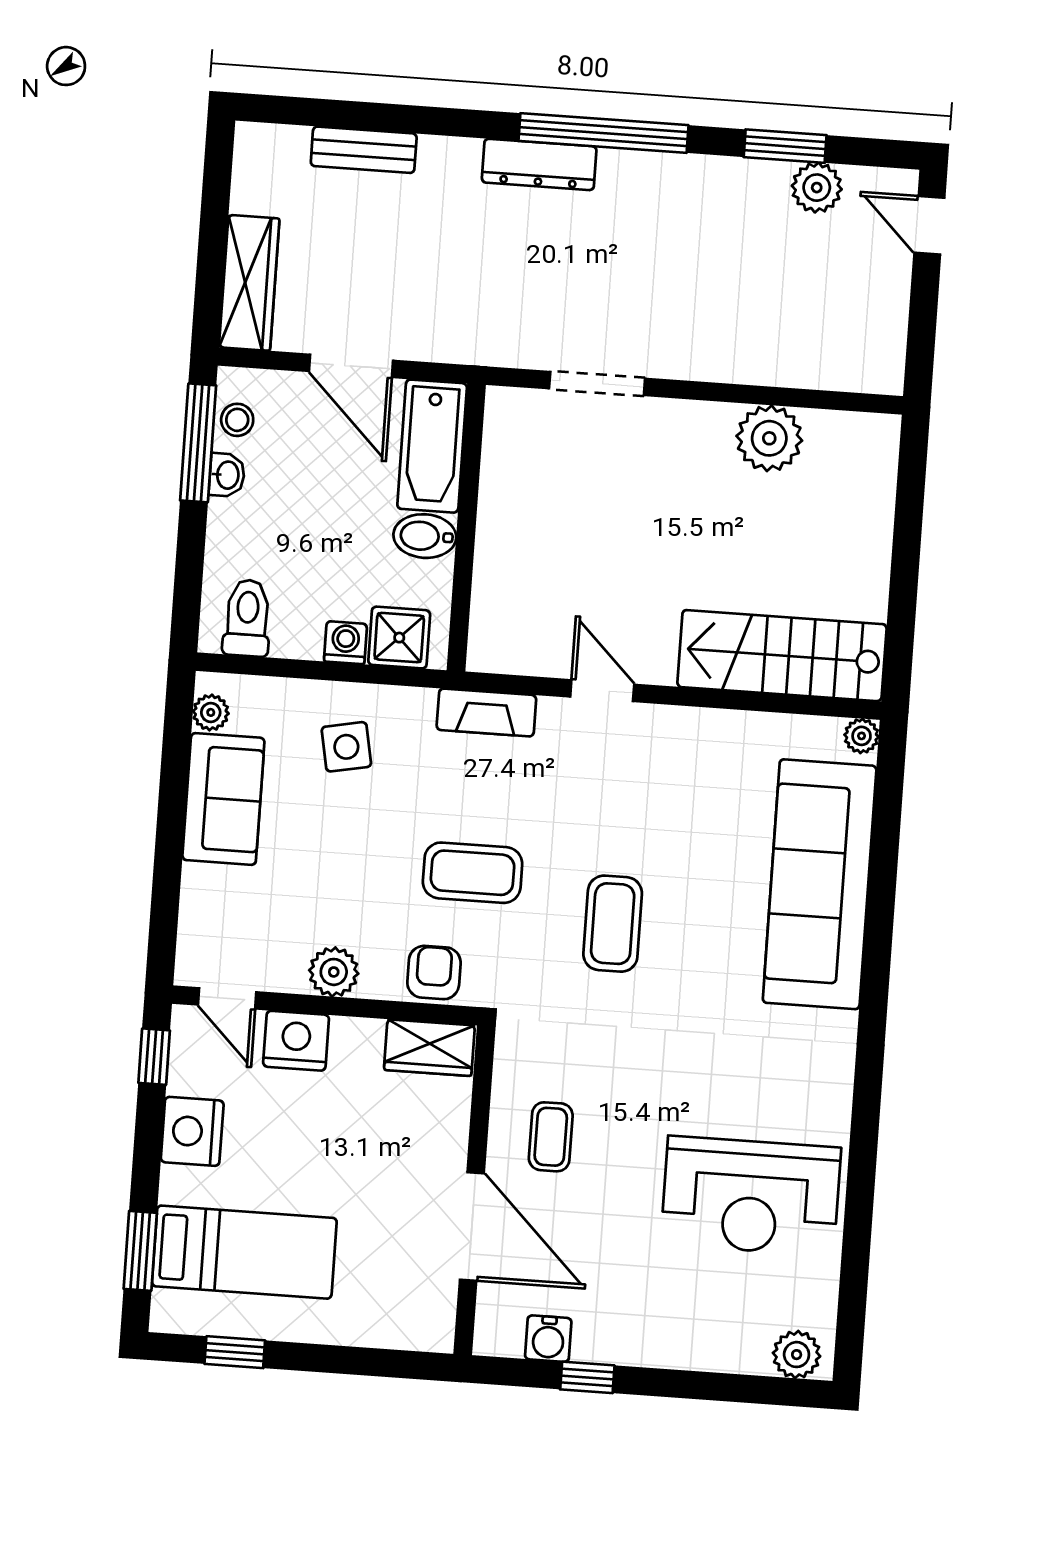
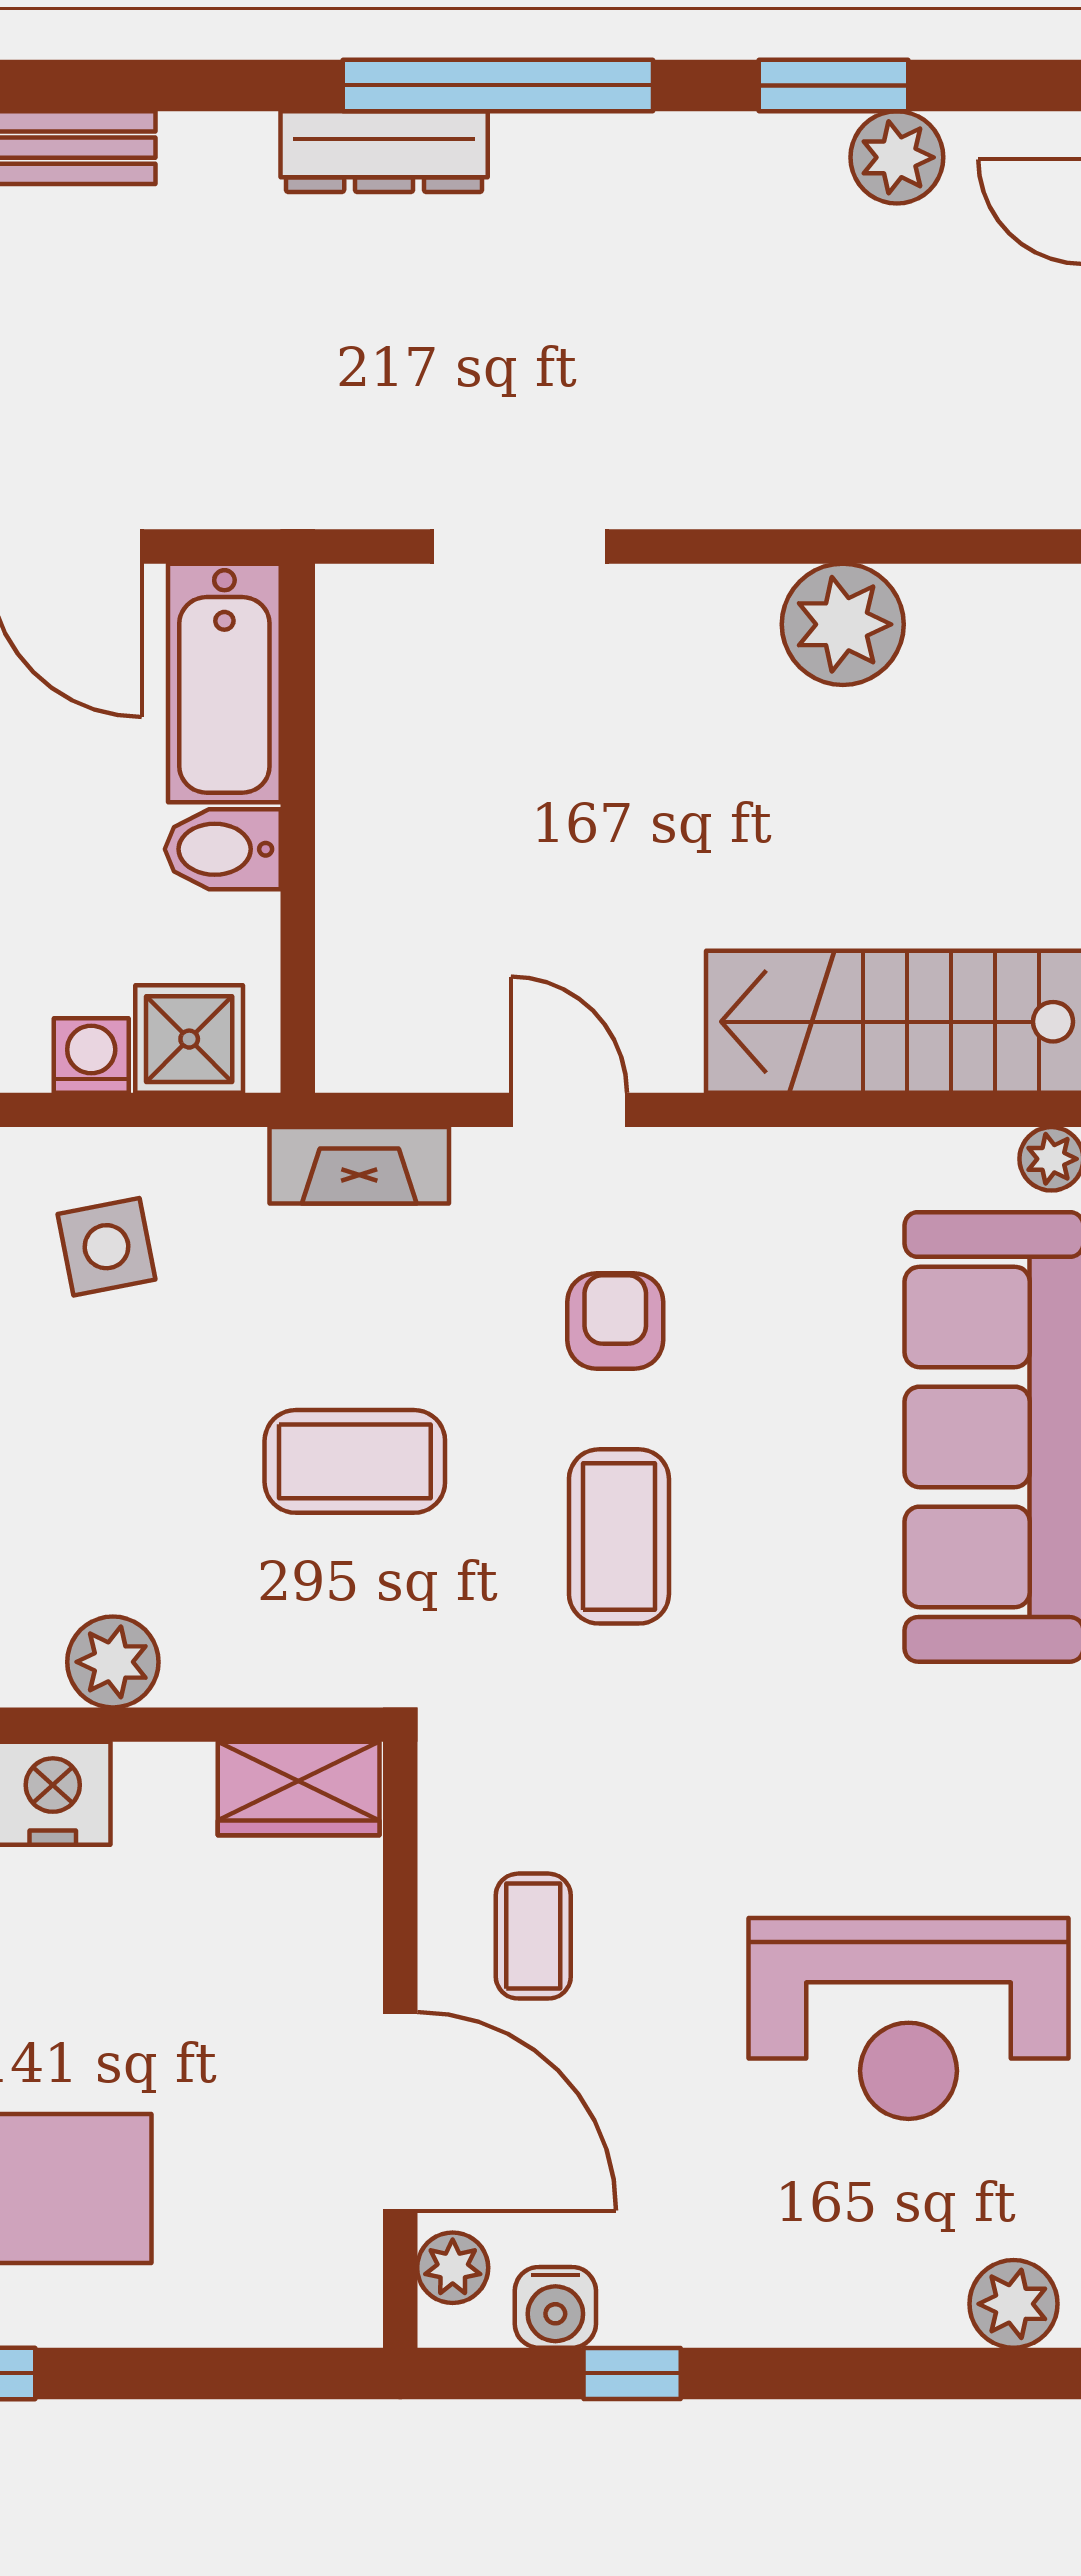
armchair: (434, 973) -> (615, 1321), moved
plant: (494, 1313) -> (453, 2268), added

